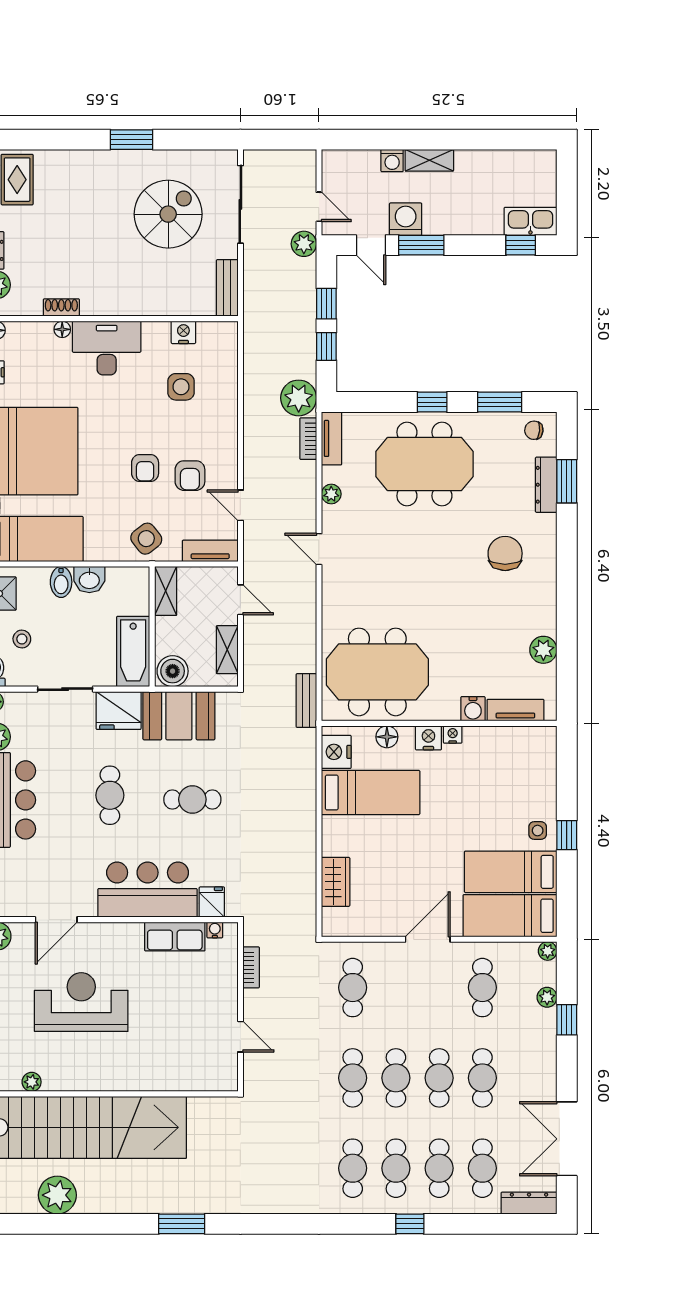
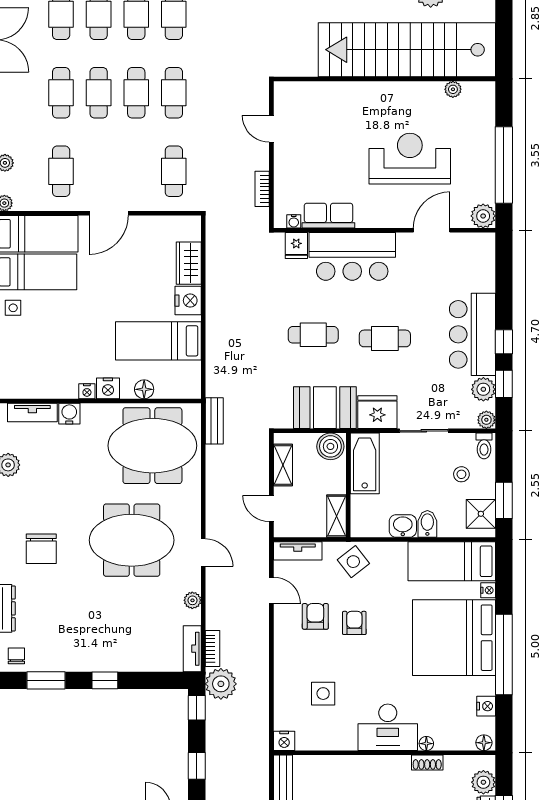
nightstand: (183, 332) -> (284, 741), moved
window: (326, 346) -> (197, 708), moved
chair: (534, 430) -> (16, 656), turned -96
meeting table: (424, 464) -> (132, 540), moved
nightstand: (336, 752) -> (188, 301), moved
cafe table: (110, 795) -> (385, 338), turned 90
reception desk: (81, 1002) -> (410, 159), turned 180

